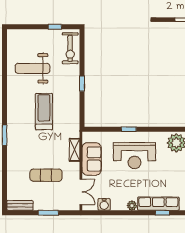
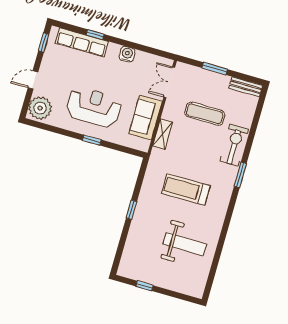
exercise bike: (70, 48) -> (234, 145), moved
treadmill: (44, 112) -> (186, 189), turned 90
water cooler: (104, 204) -> (127, 54), moved
plant: (132, 206) -> (114, 49), removed
window: (162, 213) -> (95, 35), moved

